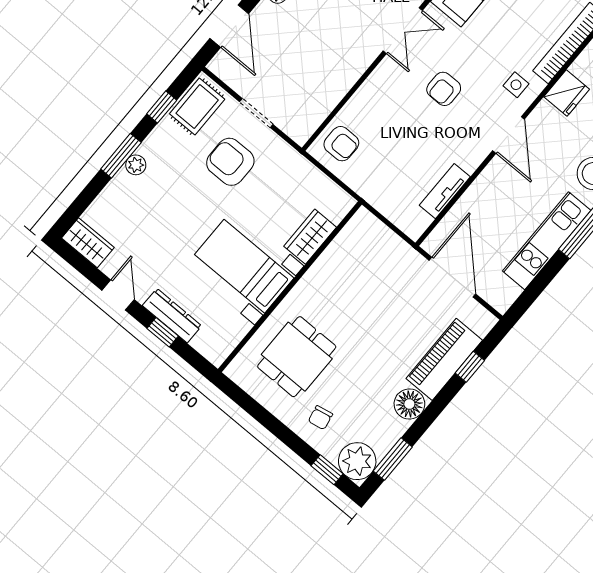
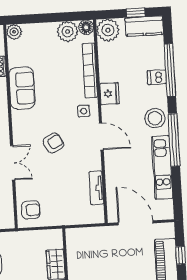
double door: (403, 31) -> (13, 163), moved
armchair: (444, 89) -> (53, 143), turned -118

